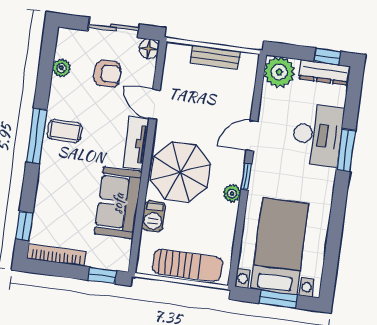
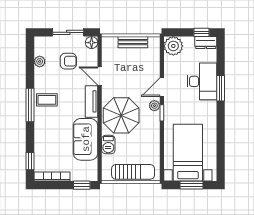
dresser: (325, 73) -> (206, 43), width x0.70
plant: (232, 193) -> (154, 106), moved

